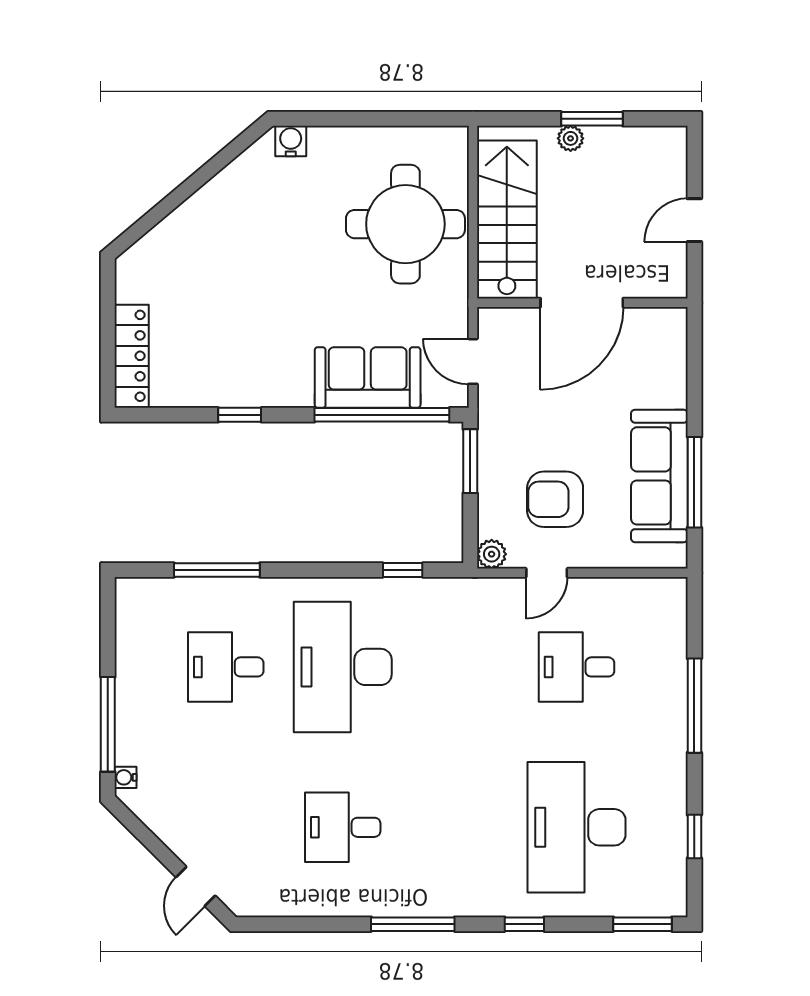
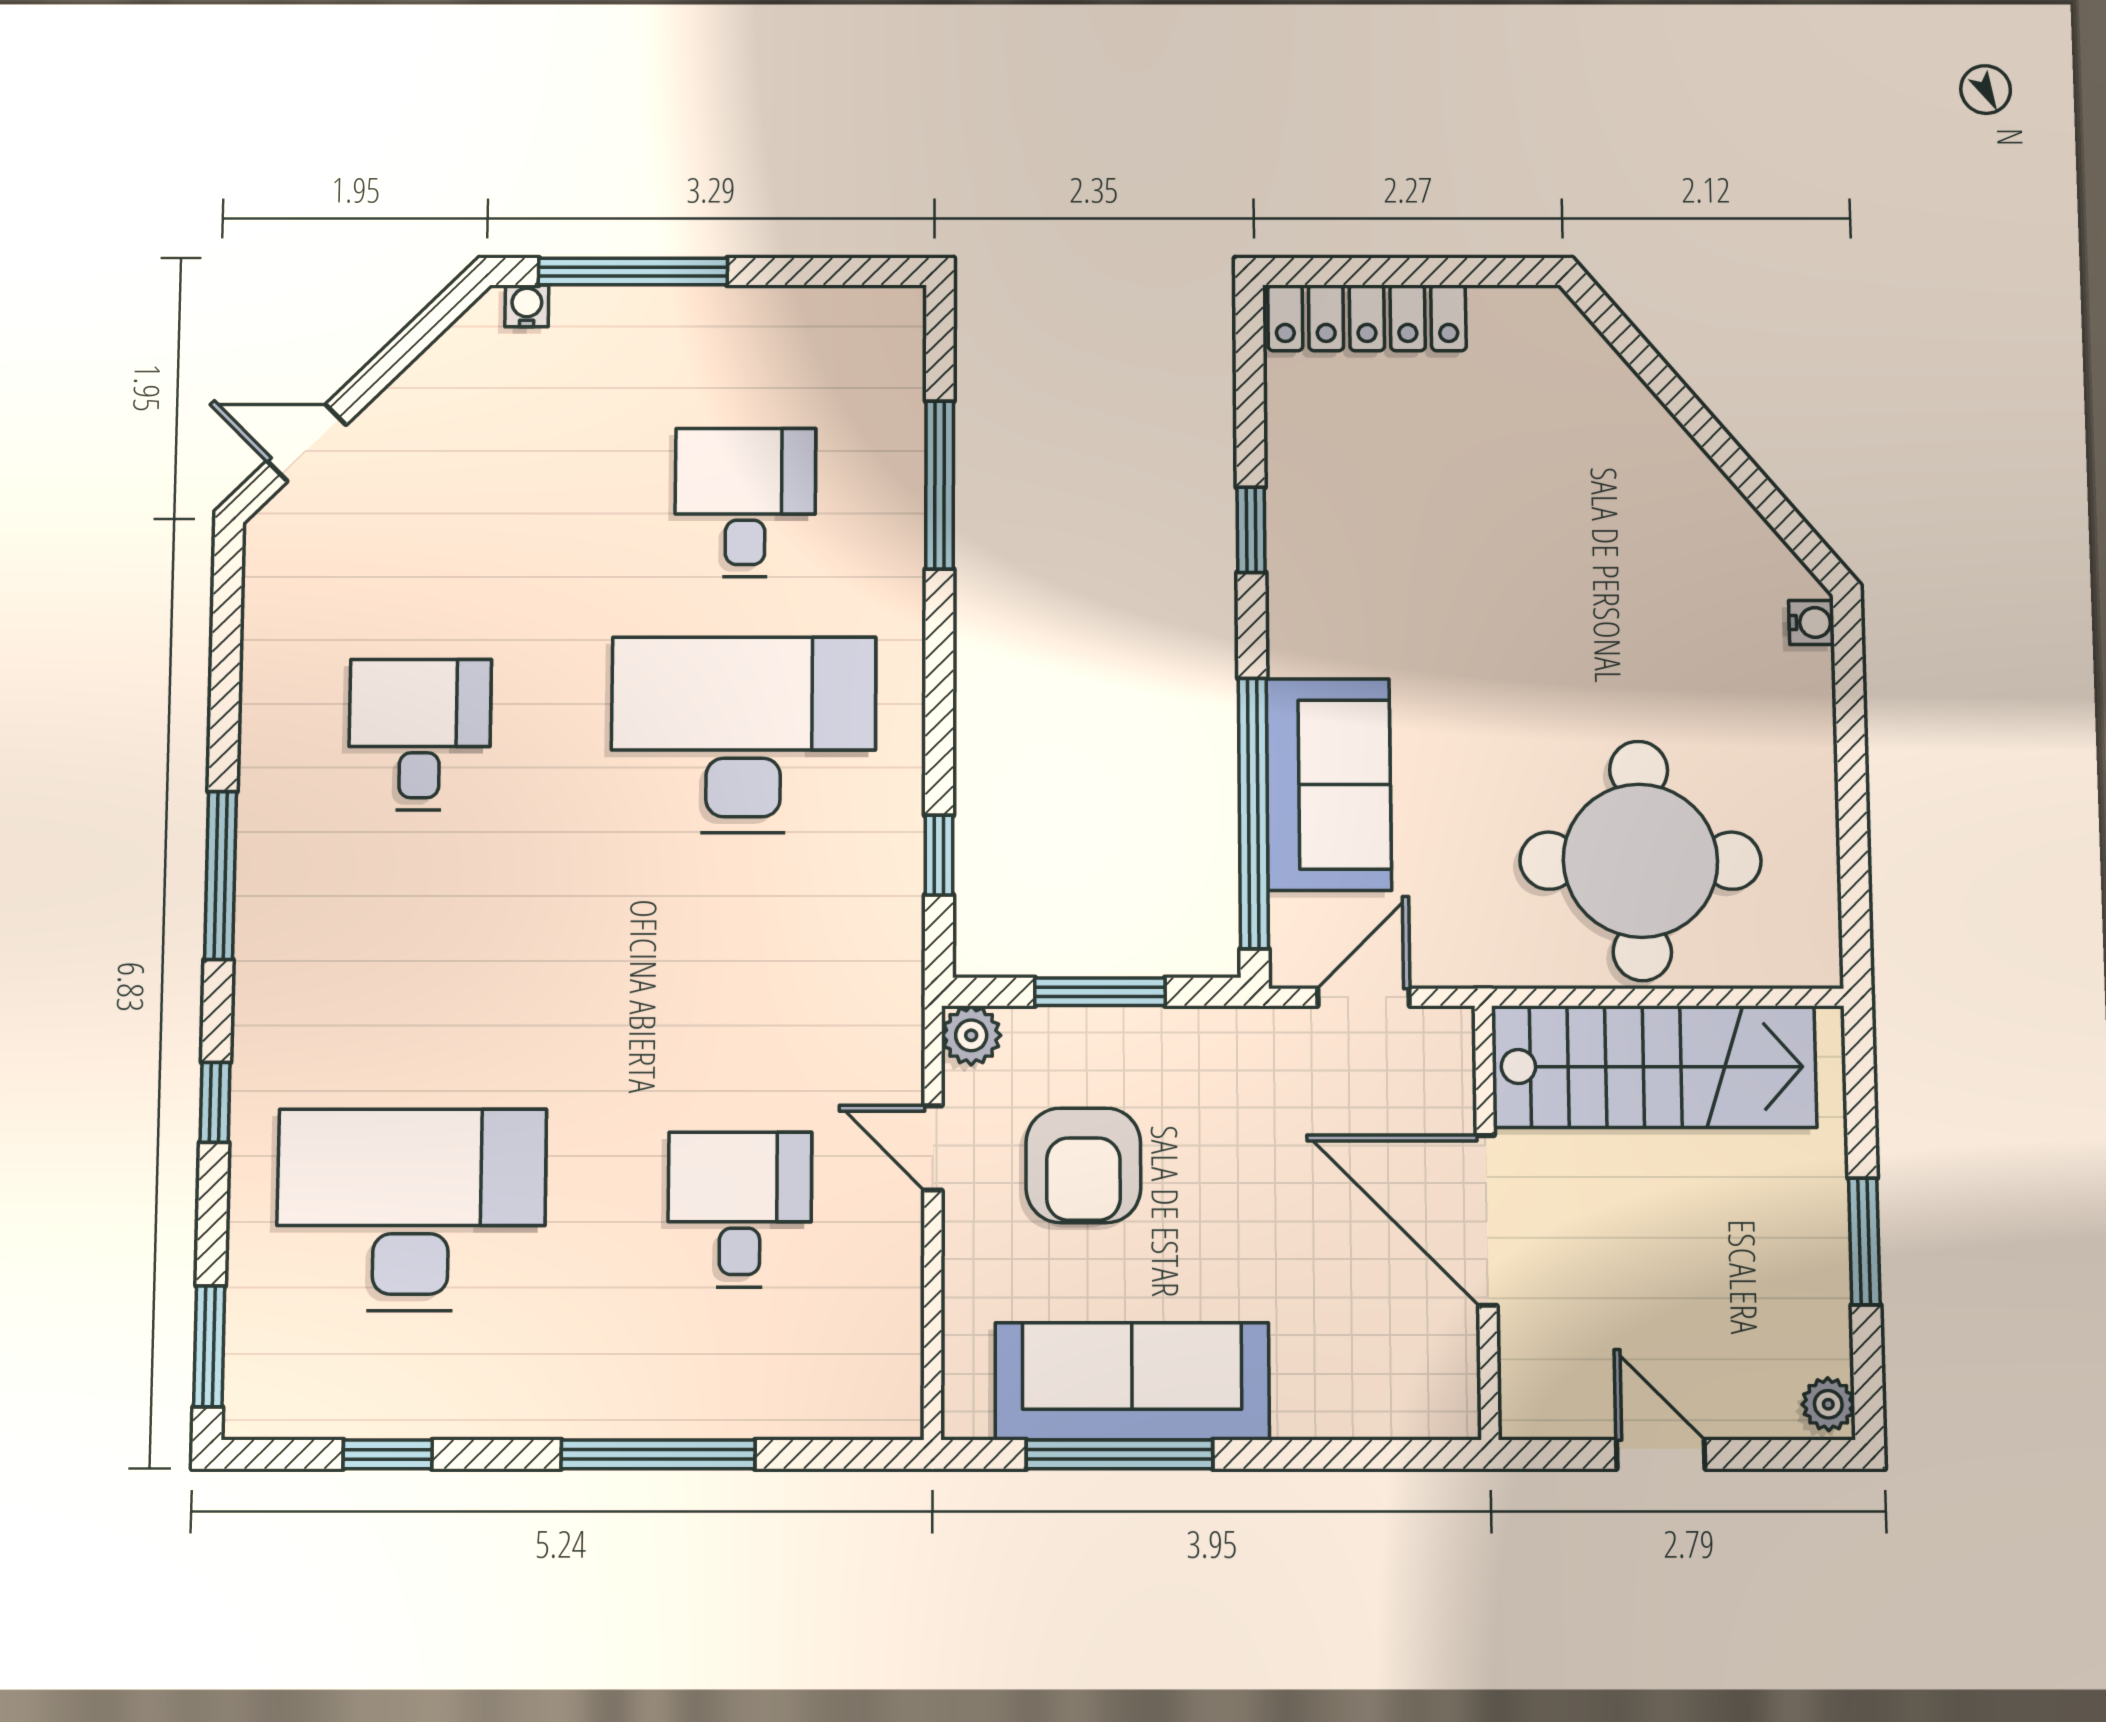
plant: (571, 138) -> (1828, 1404), moved
water cooler: (291, 141) -> (1812, 622), width x0.72, depth x0.72
window: (470, 461) -> (1100, 992), moved
armchair: (555, 499) -> (1083, 1165), turned 180

